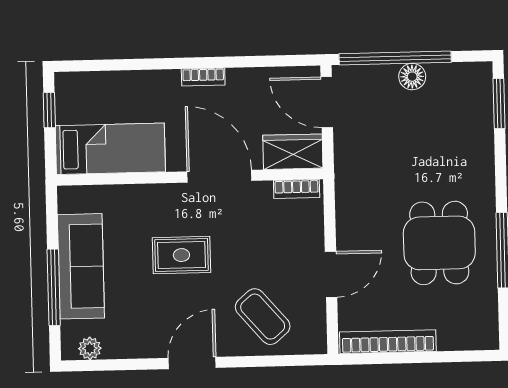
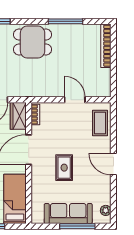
dining table: (439, 243) -> (33, 42), moved
coffee table: (263, 317) -> (100, 123), moved, turned -49
bookcase: (388, 342) -> (106, 46), moved

